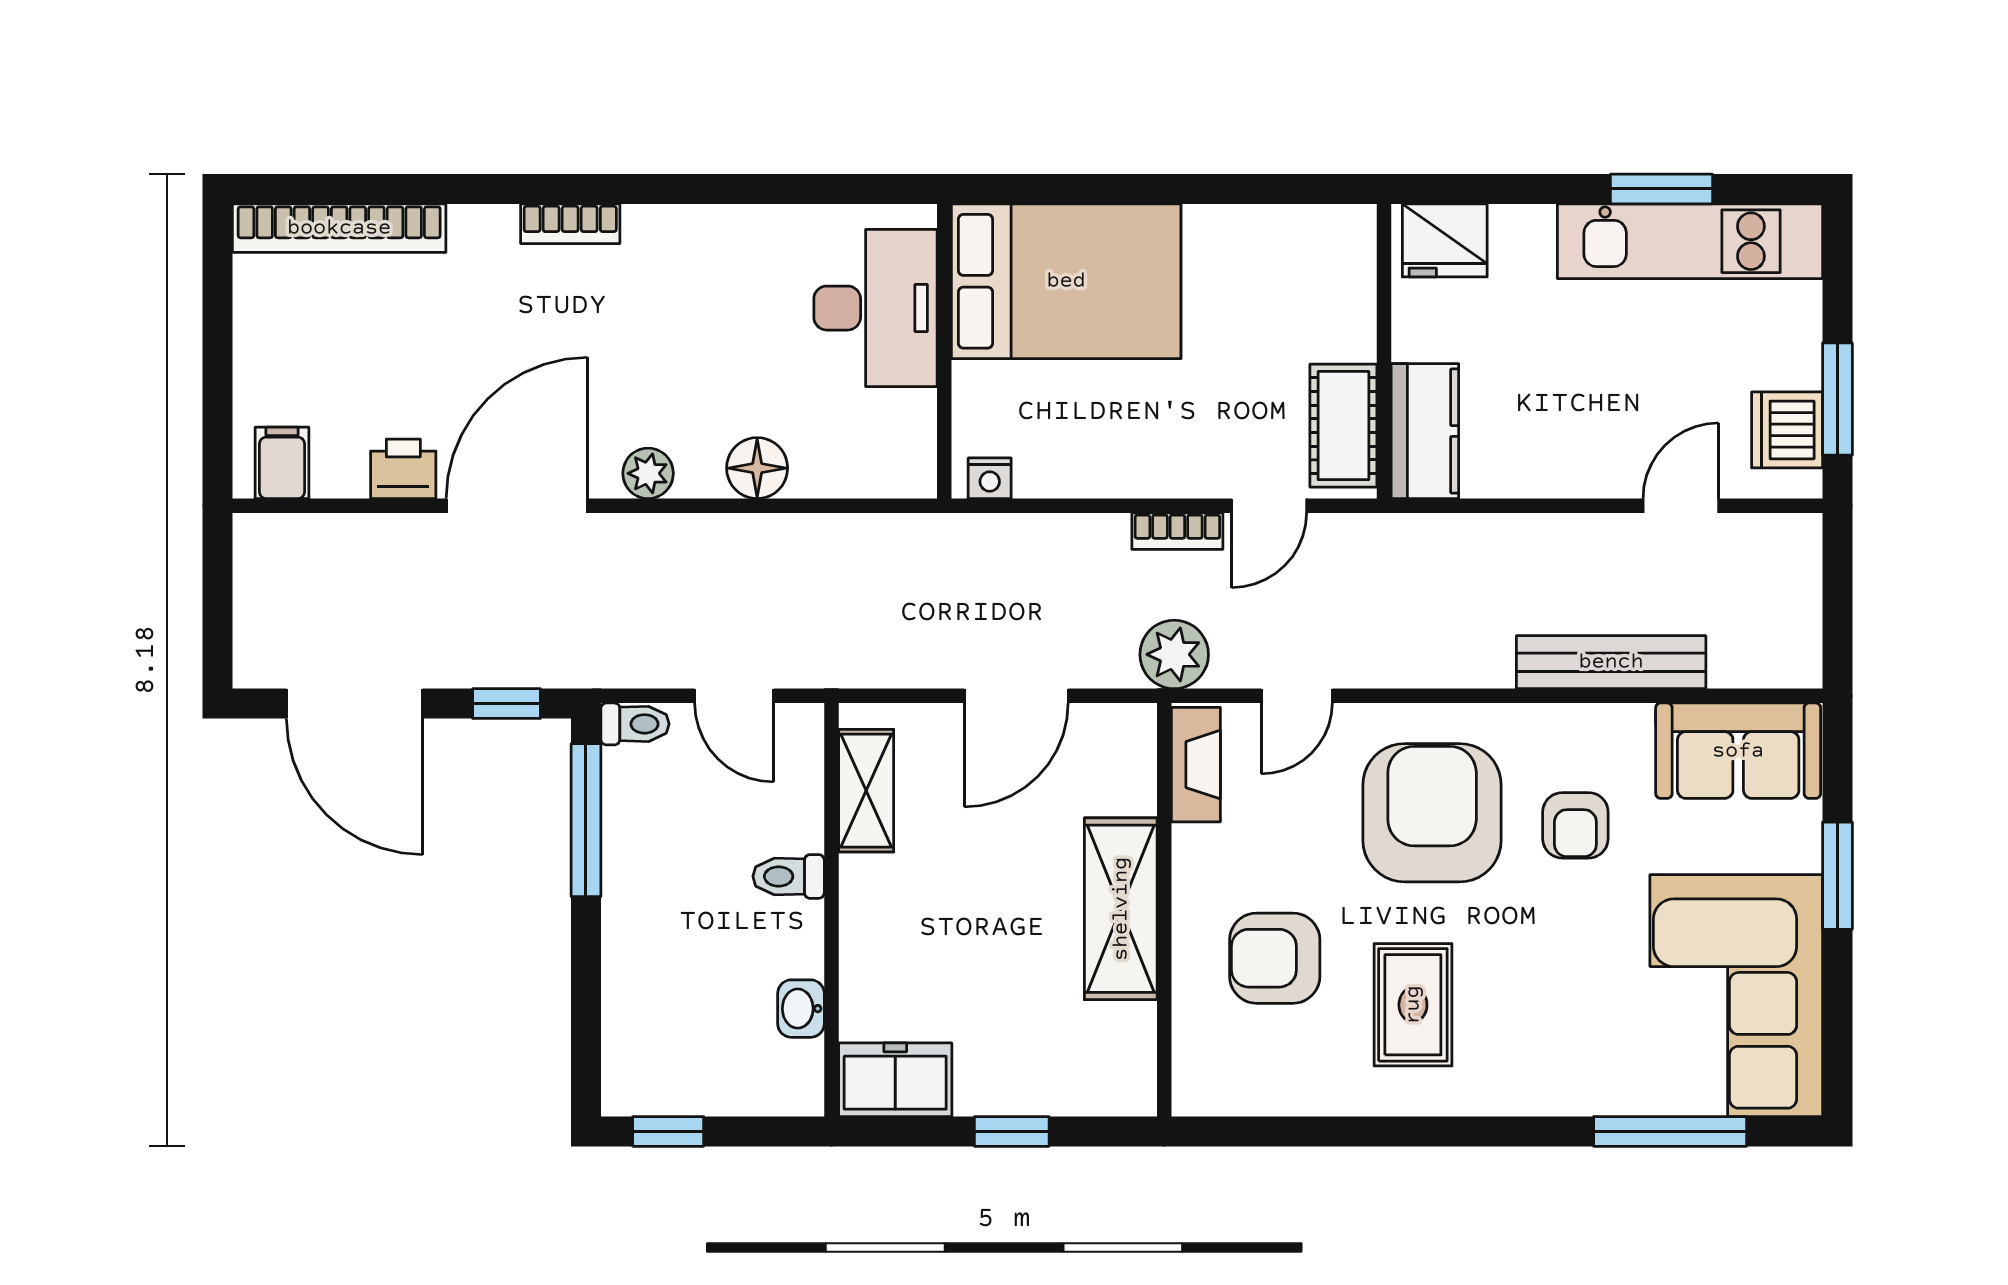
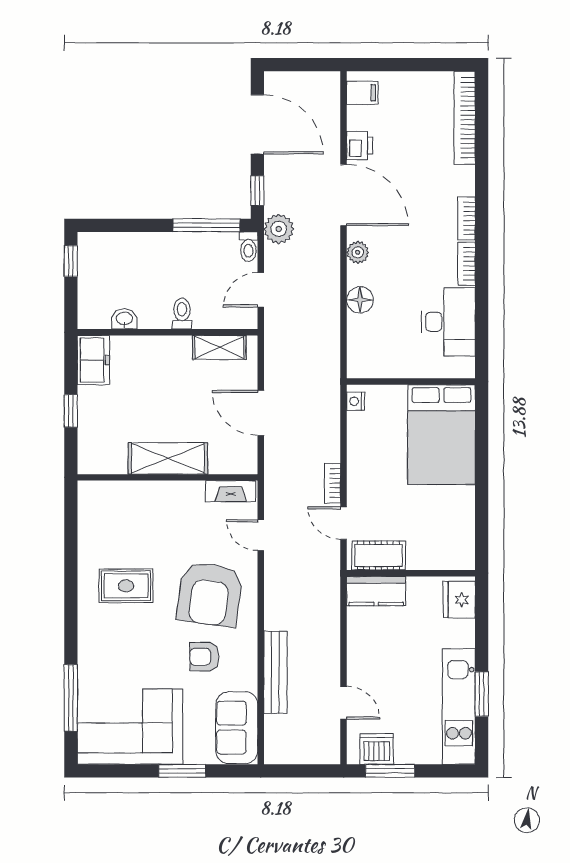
bookcase: (674, 224) -> (467, 264), added
desk: (875, 308) -> (448, 322), moved, turned -90
plant: (1174, 654) -> (279, 229), moved
door: (355, 704) -> (257, 124), swing flipped
armchair: (1432, 813) -> (210, 594), turned 98
armchair: (1275, 958) -> (146, 526), removed

